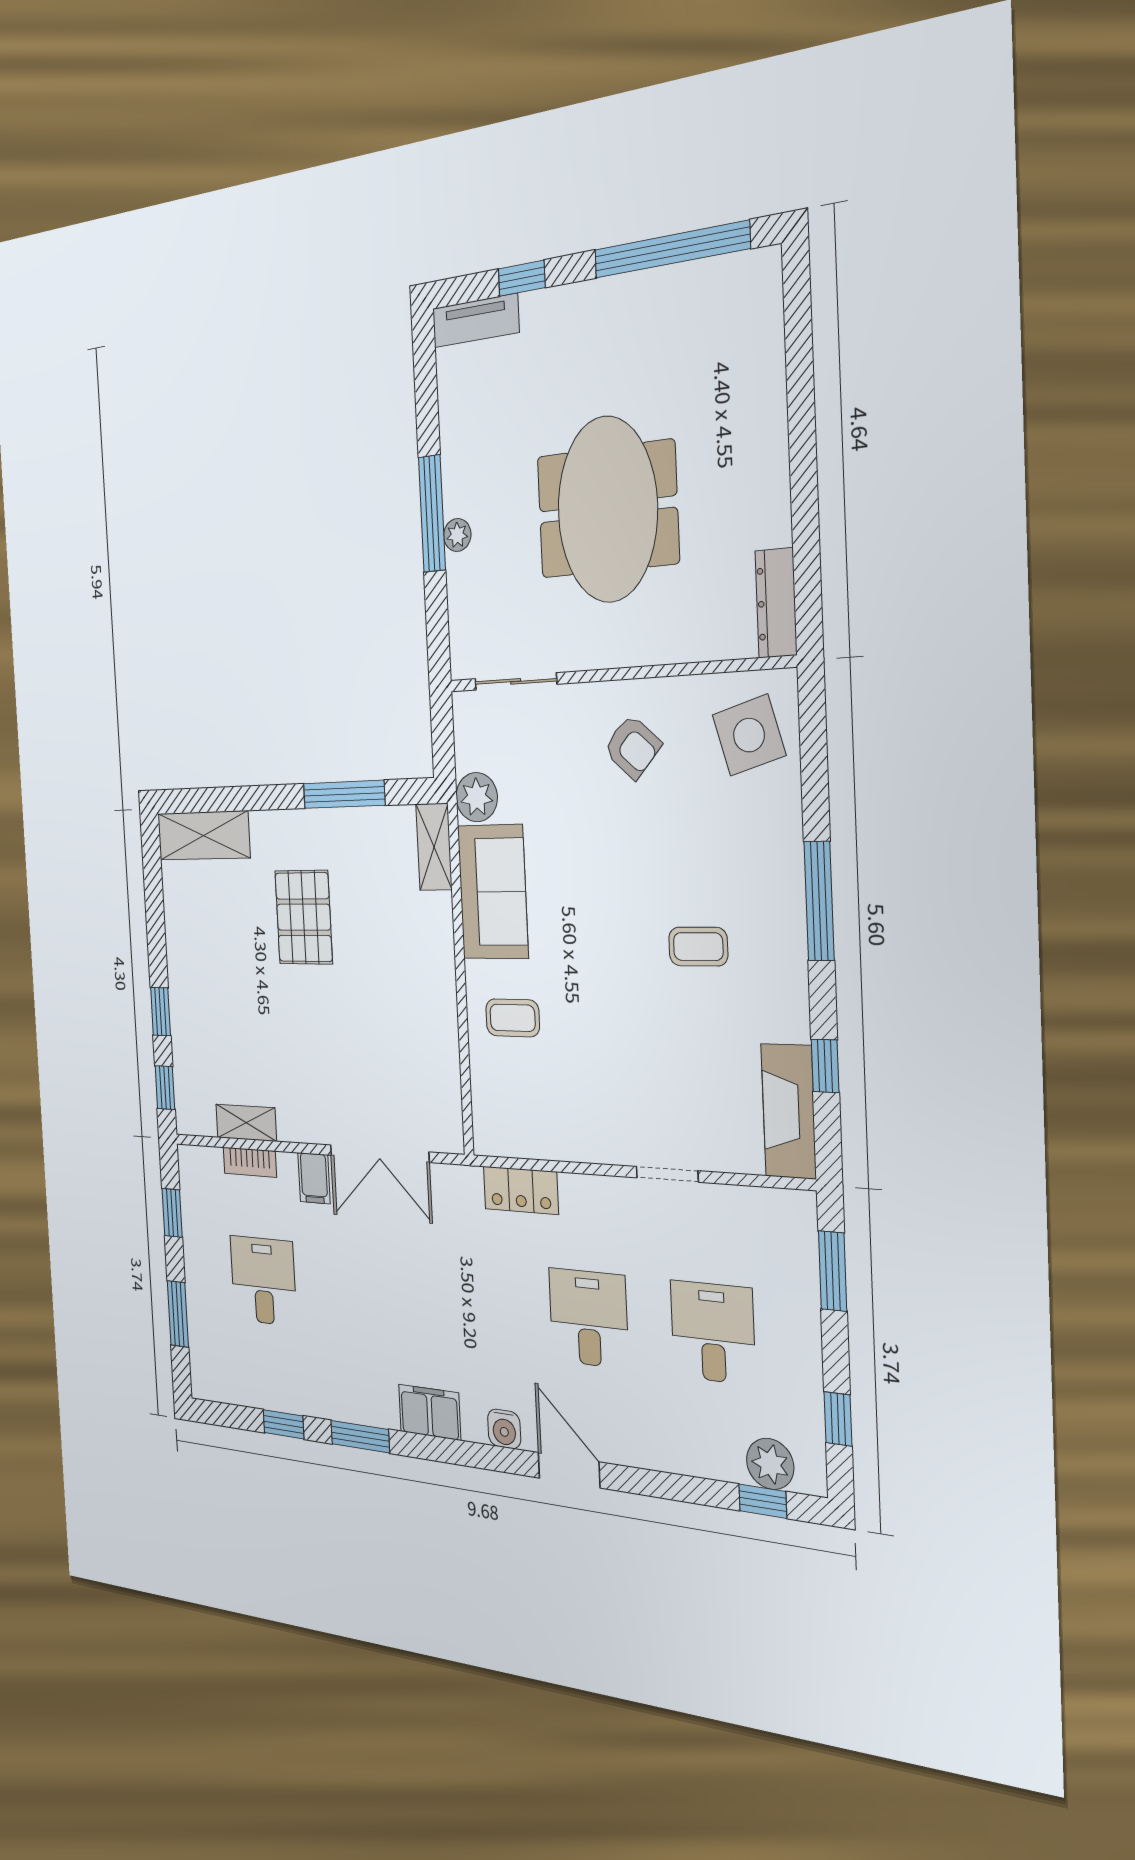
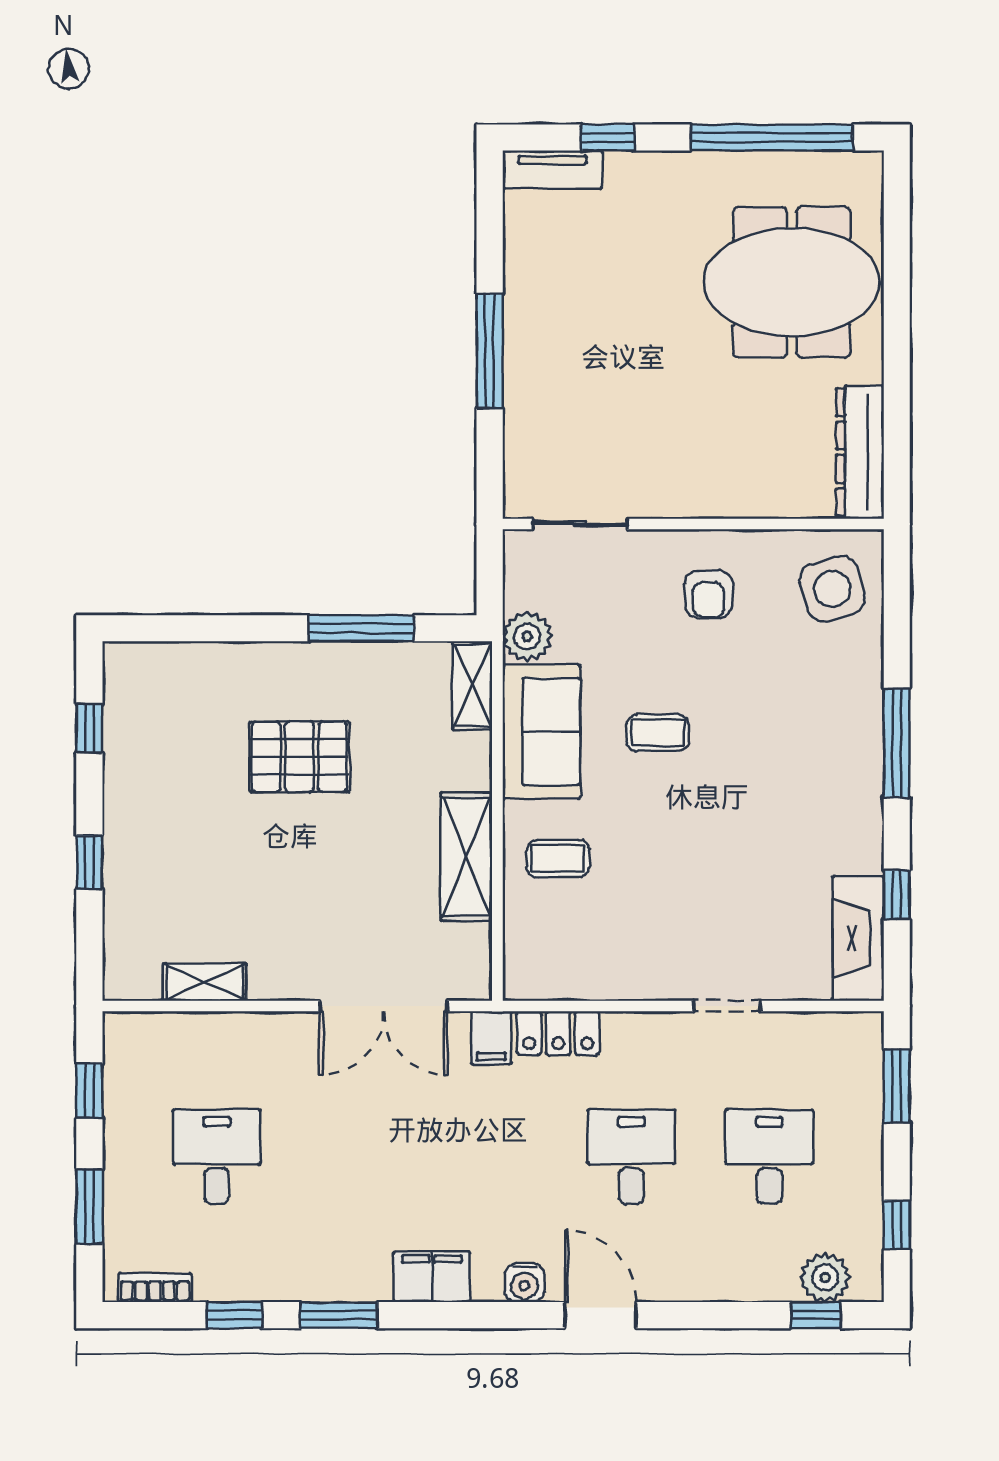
meeting table: (607, 509) -> (792, 282), moved, turned 90
plant: (457, 535) -> (519, 375), removed
dresser: (776, 603) -> (860, 452), width x1.37, depth x1.24
armchair: (632, 747) -> (709, 594), turned 48
shelving: (204, 836) -> (466, 857), moved, turned 90
pallet: (304, 917) -> (299, 757), turned 90
coffee table: (698, 947) -> (658, 733), moved
window: (165, 1088) -> (89, 728), moved
bookcase: (250, 1162) -> (155, 1288), moved, turned 180
filing cabinet: (314, 1178) -> (491, 1038), moved

